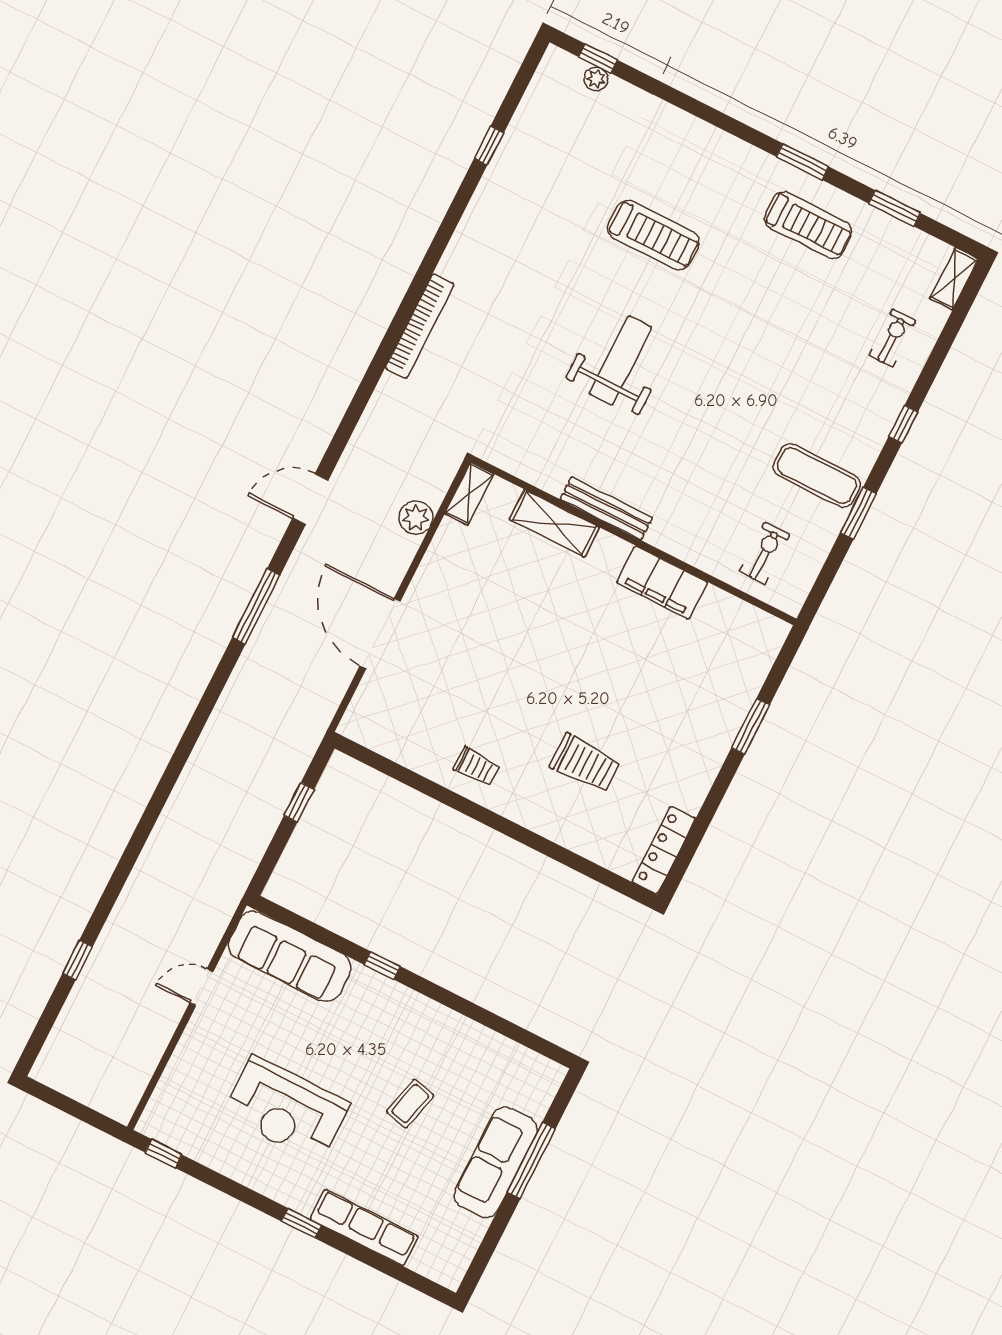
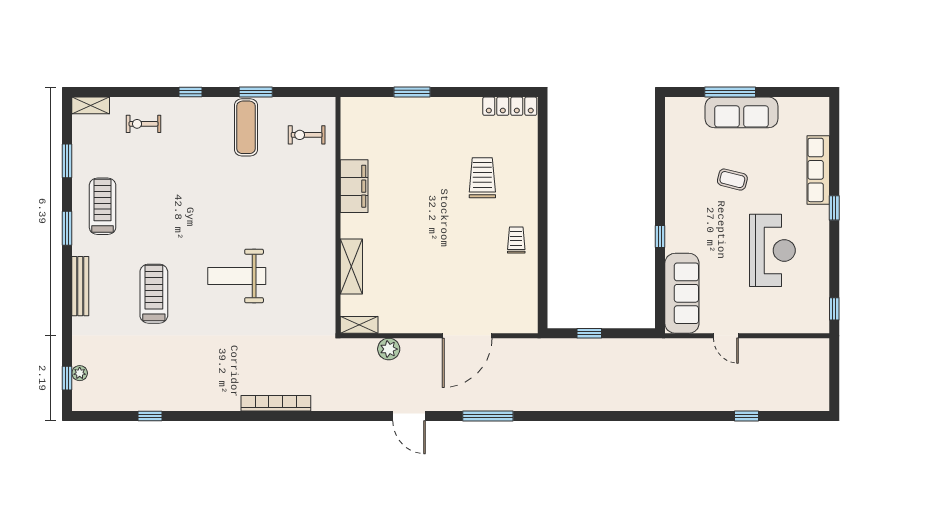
bench: (606, 508) -> (80, 286), moved

